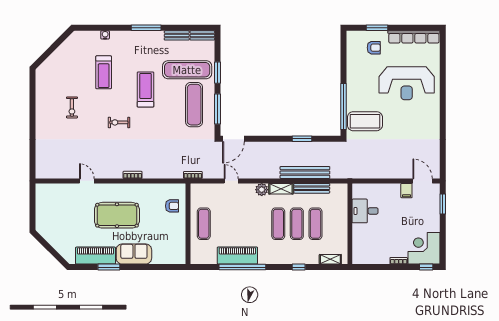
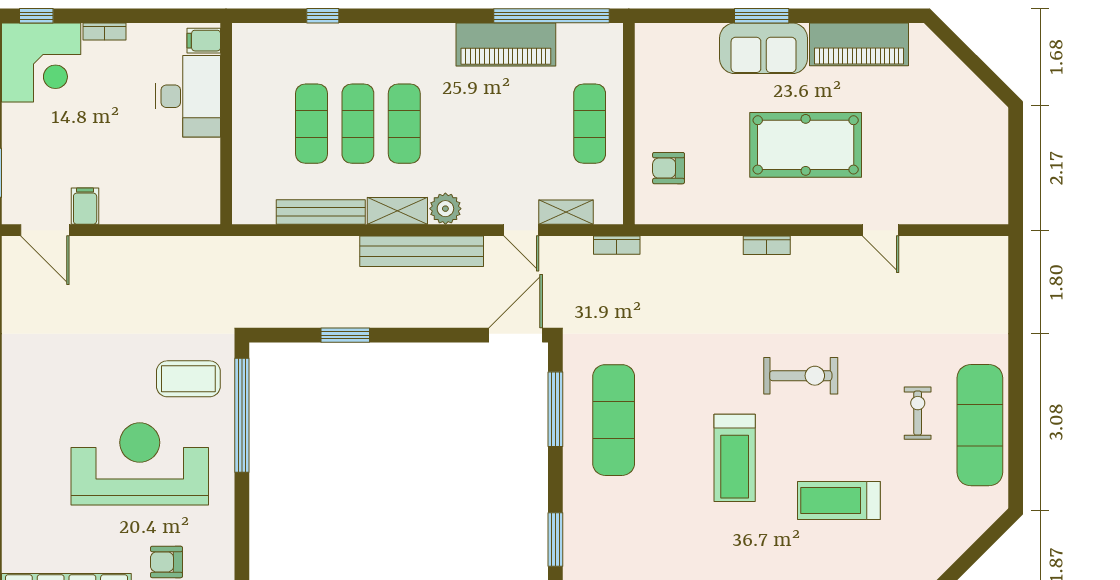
exercise mat: (187, 70) -> (980, 425), moved, turned 90
treadmill: (104, 72) -> (839, 501), turned -90
window: (217, 73) -> (555, 539), moved
reception desk: (407, 83) -> (140, 464), moved
coffee table: (365, 121) -> (188, 379), width x0.73, depth x0.76
exercise bike: (119, 122) -> (801, 376), width x1.38, depth x1.39
bench: (305, 172) -> (422, 251), moved
desk: (365, 211) -> (188, 96), moved, width x1.37
filing cabinet: (359, 257) -> (204, 41), added
shelving: (330, 259) -> (566, 212), moved
window: (109, 267) -> (762, 16), moved
window: (242, 267) -> (552, 16), moved
window: (299, 267) -> (323, 16), moved

